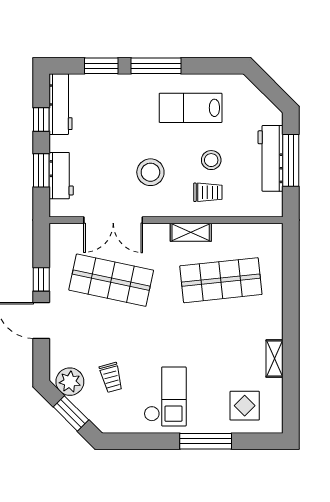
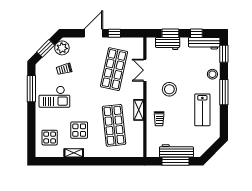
window: (101, 66) -> (224, 54), moved
lab bench: (191, 108) -> (202, 110), turned 180
stool: (211, 160) -> (212, 74), moved
double door: (113, 220) -> (145, 70), width x0.73
display table: (230, 348) -> (79, 130), added
window: (206, 441) -> (31, 89), moved

